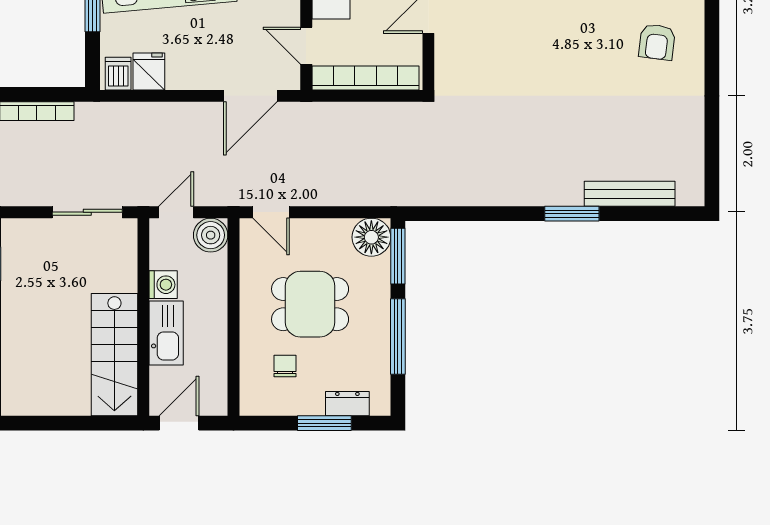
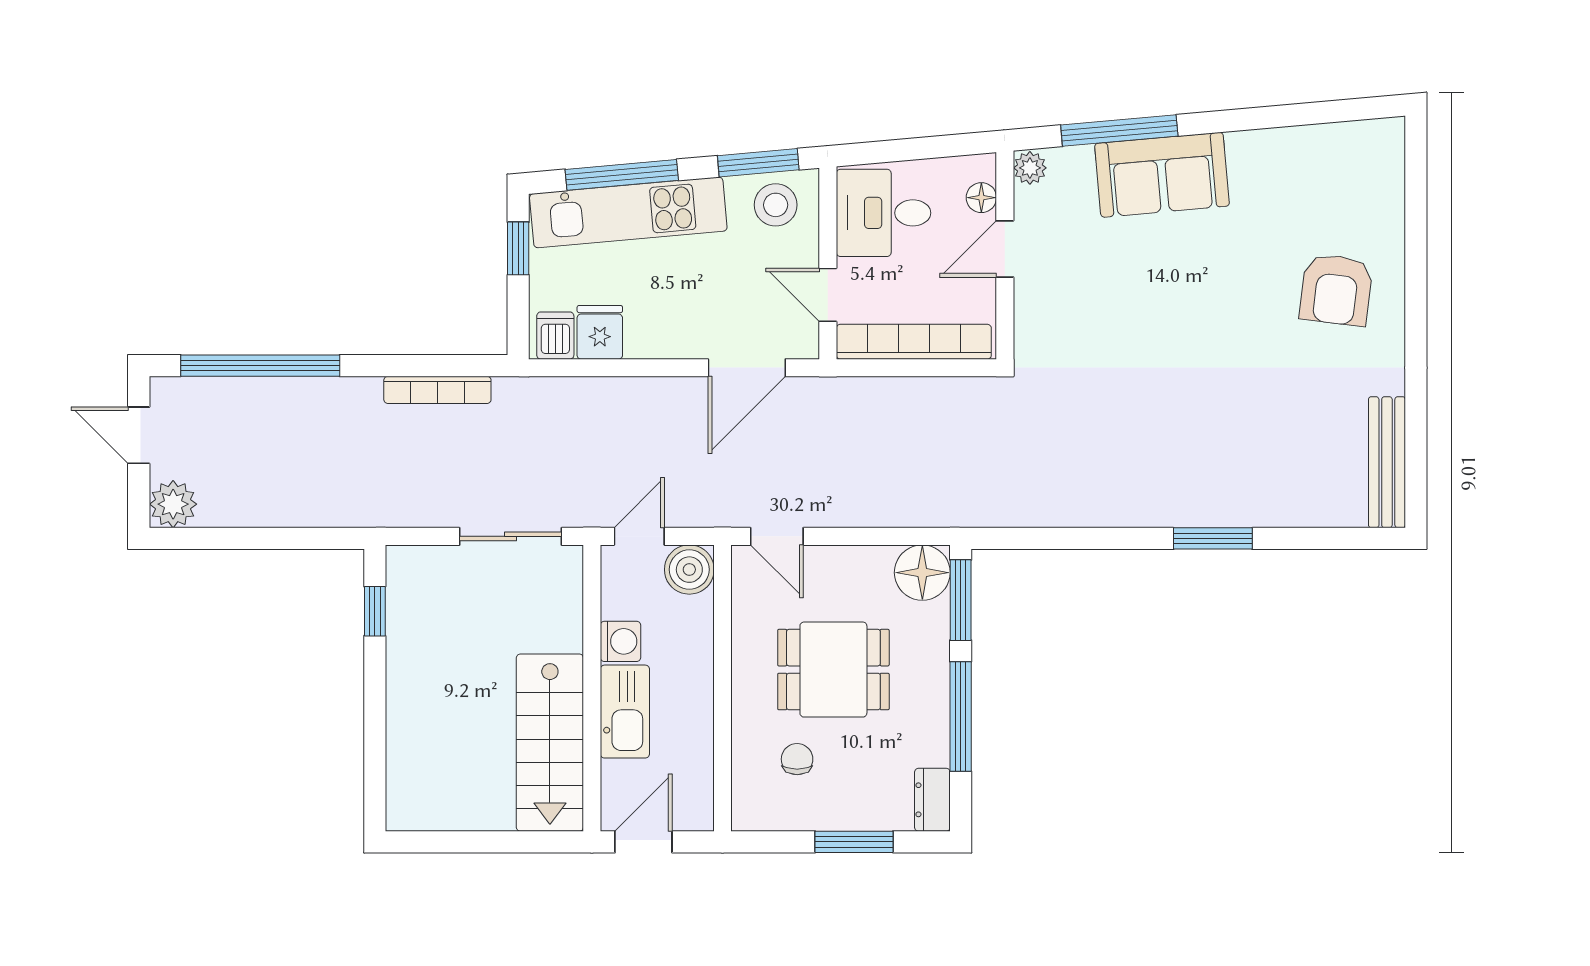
armchair: (657, 42) -> (1336, 290), width x1.38, depth x1.38
bench: (630, 194) -> (1387, 462), moved, turned 90
dresser: (347, 404) -> (932, 800), moved, turned -90

